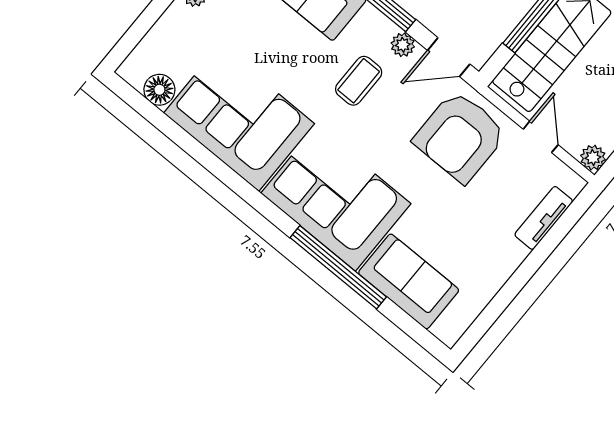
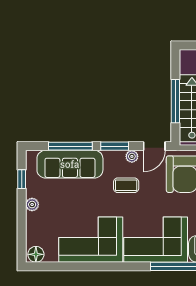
coffee table: (359, 81) -> (126, 185), turned 90
floor lamp: (159, 90) -> (36, 254), moved

